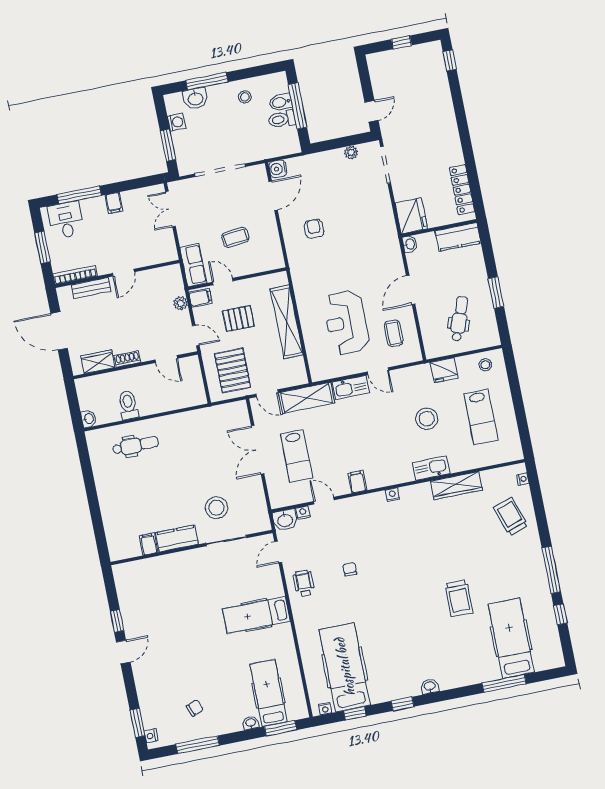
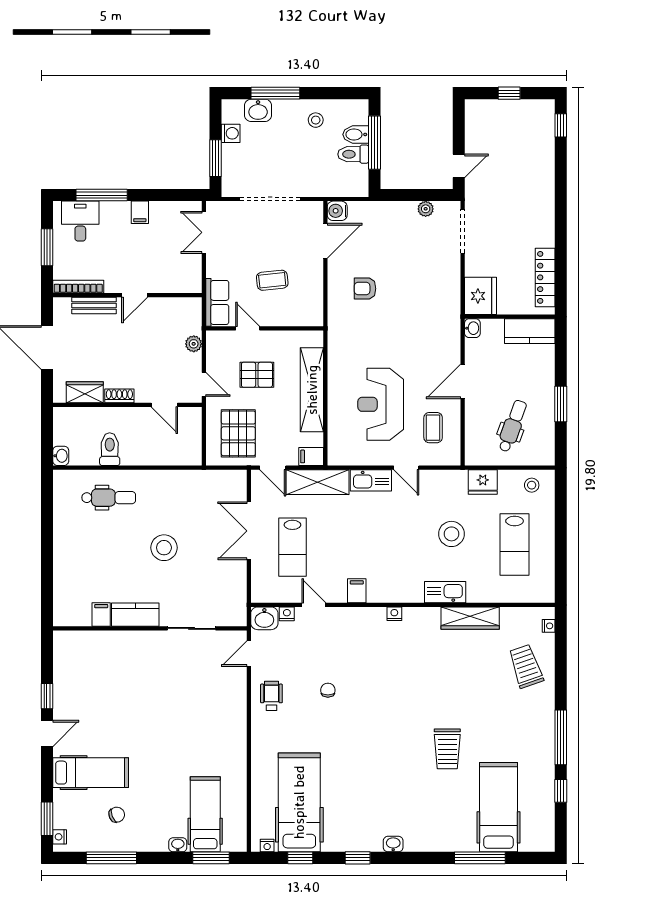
armchair: (314, 229) -> (365, 289), turned -90
filing cabinet: (201, 298) -> (311, 456), moved, turned 180
stool: (216, 508) -> (164, 548), moved
hospital bed: (256, 615) -> (91, 773), moved, turned 180

